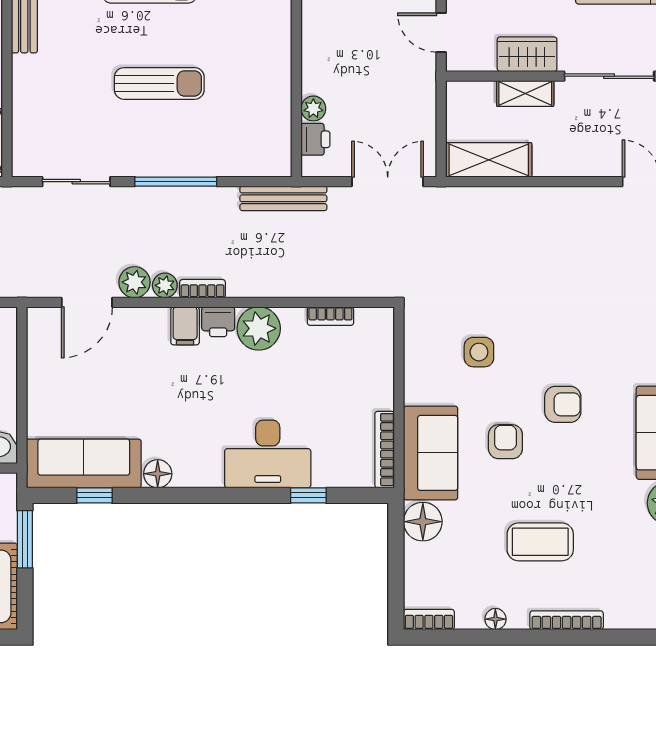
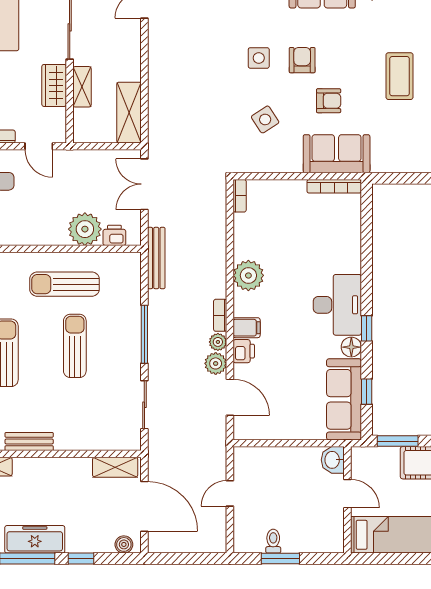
door: (441, 32) -> (39, 146), hinge flipped
sun lounger: (246, 69) -> (64, 284), added
plant: (313, 108) -> (85, 229), width x1.87, depth x1.87
bookcase: (330, 316) -> (240, 196), moved
printer: (218, 322) -> (244, 351), moved
side table: (566, 343) -> (259, 58), added
side table: (479, 352) -> (265, 119), turned -33
armchair: (505, 442) -> (329, 101), turned 180
desk: (268, 454) -> (337, 305), moved
window: (308, 495) -> (367, 328), moved
floor lamp: (423, 522) -> (385, 159), removed

